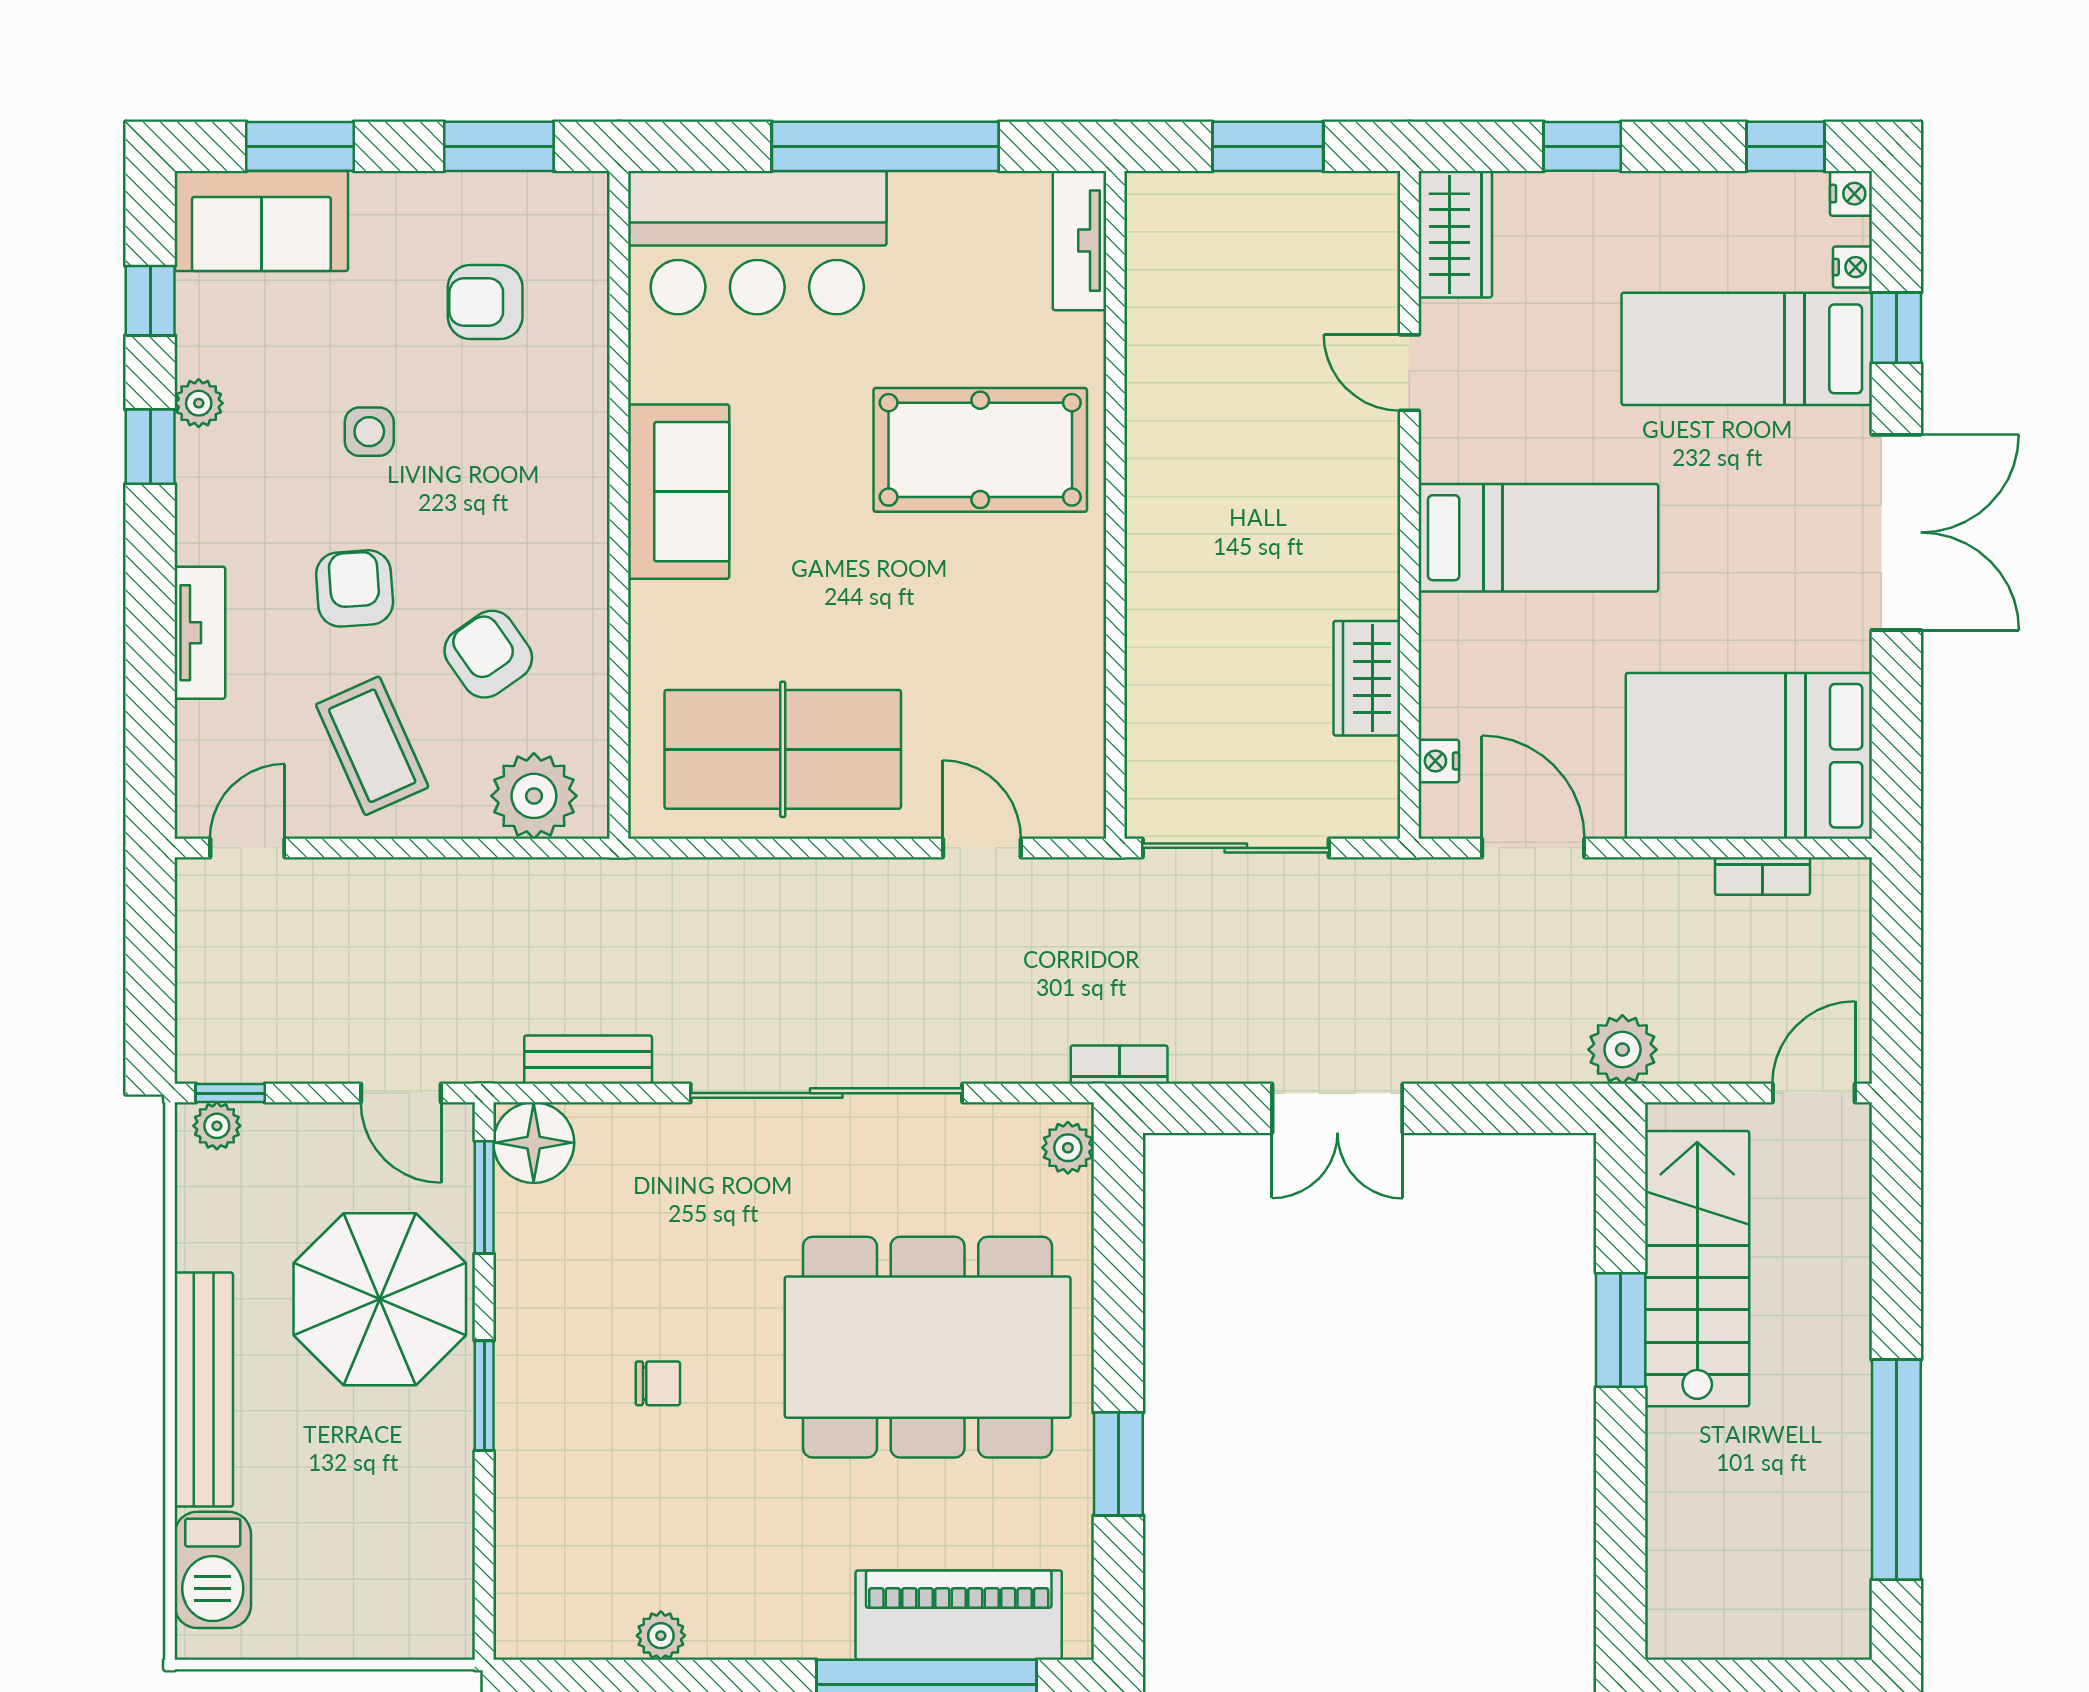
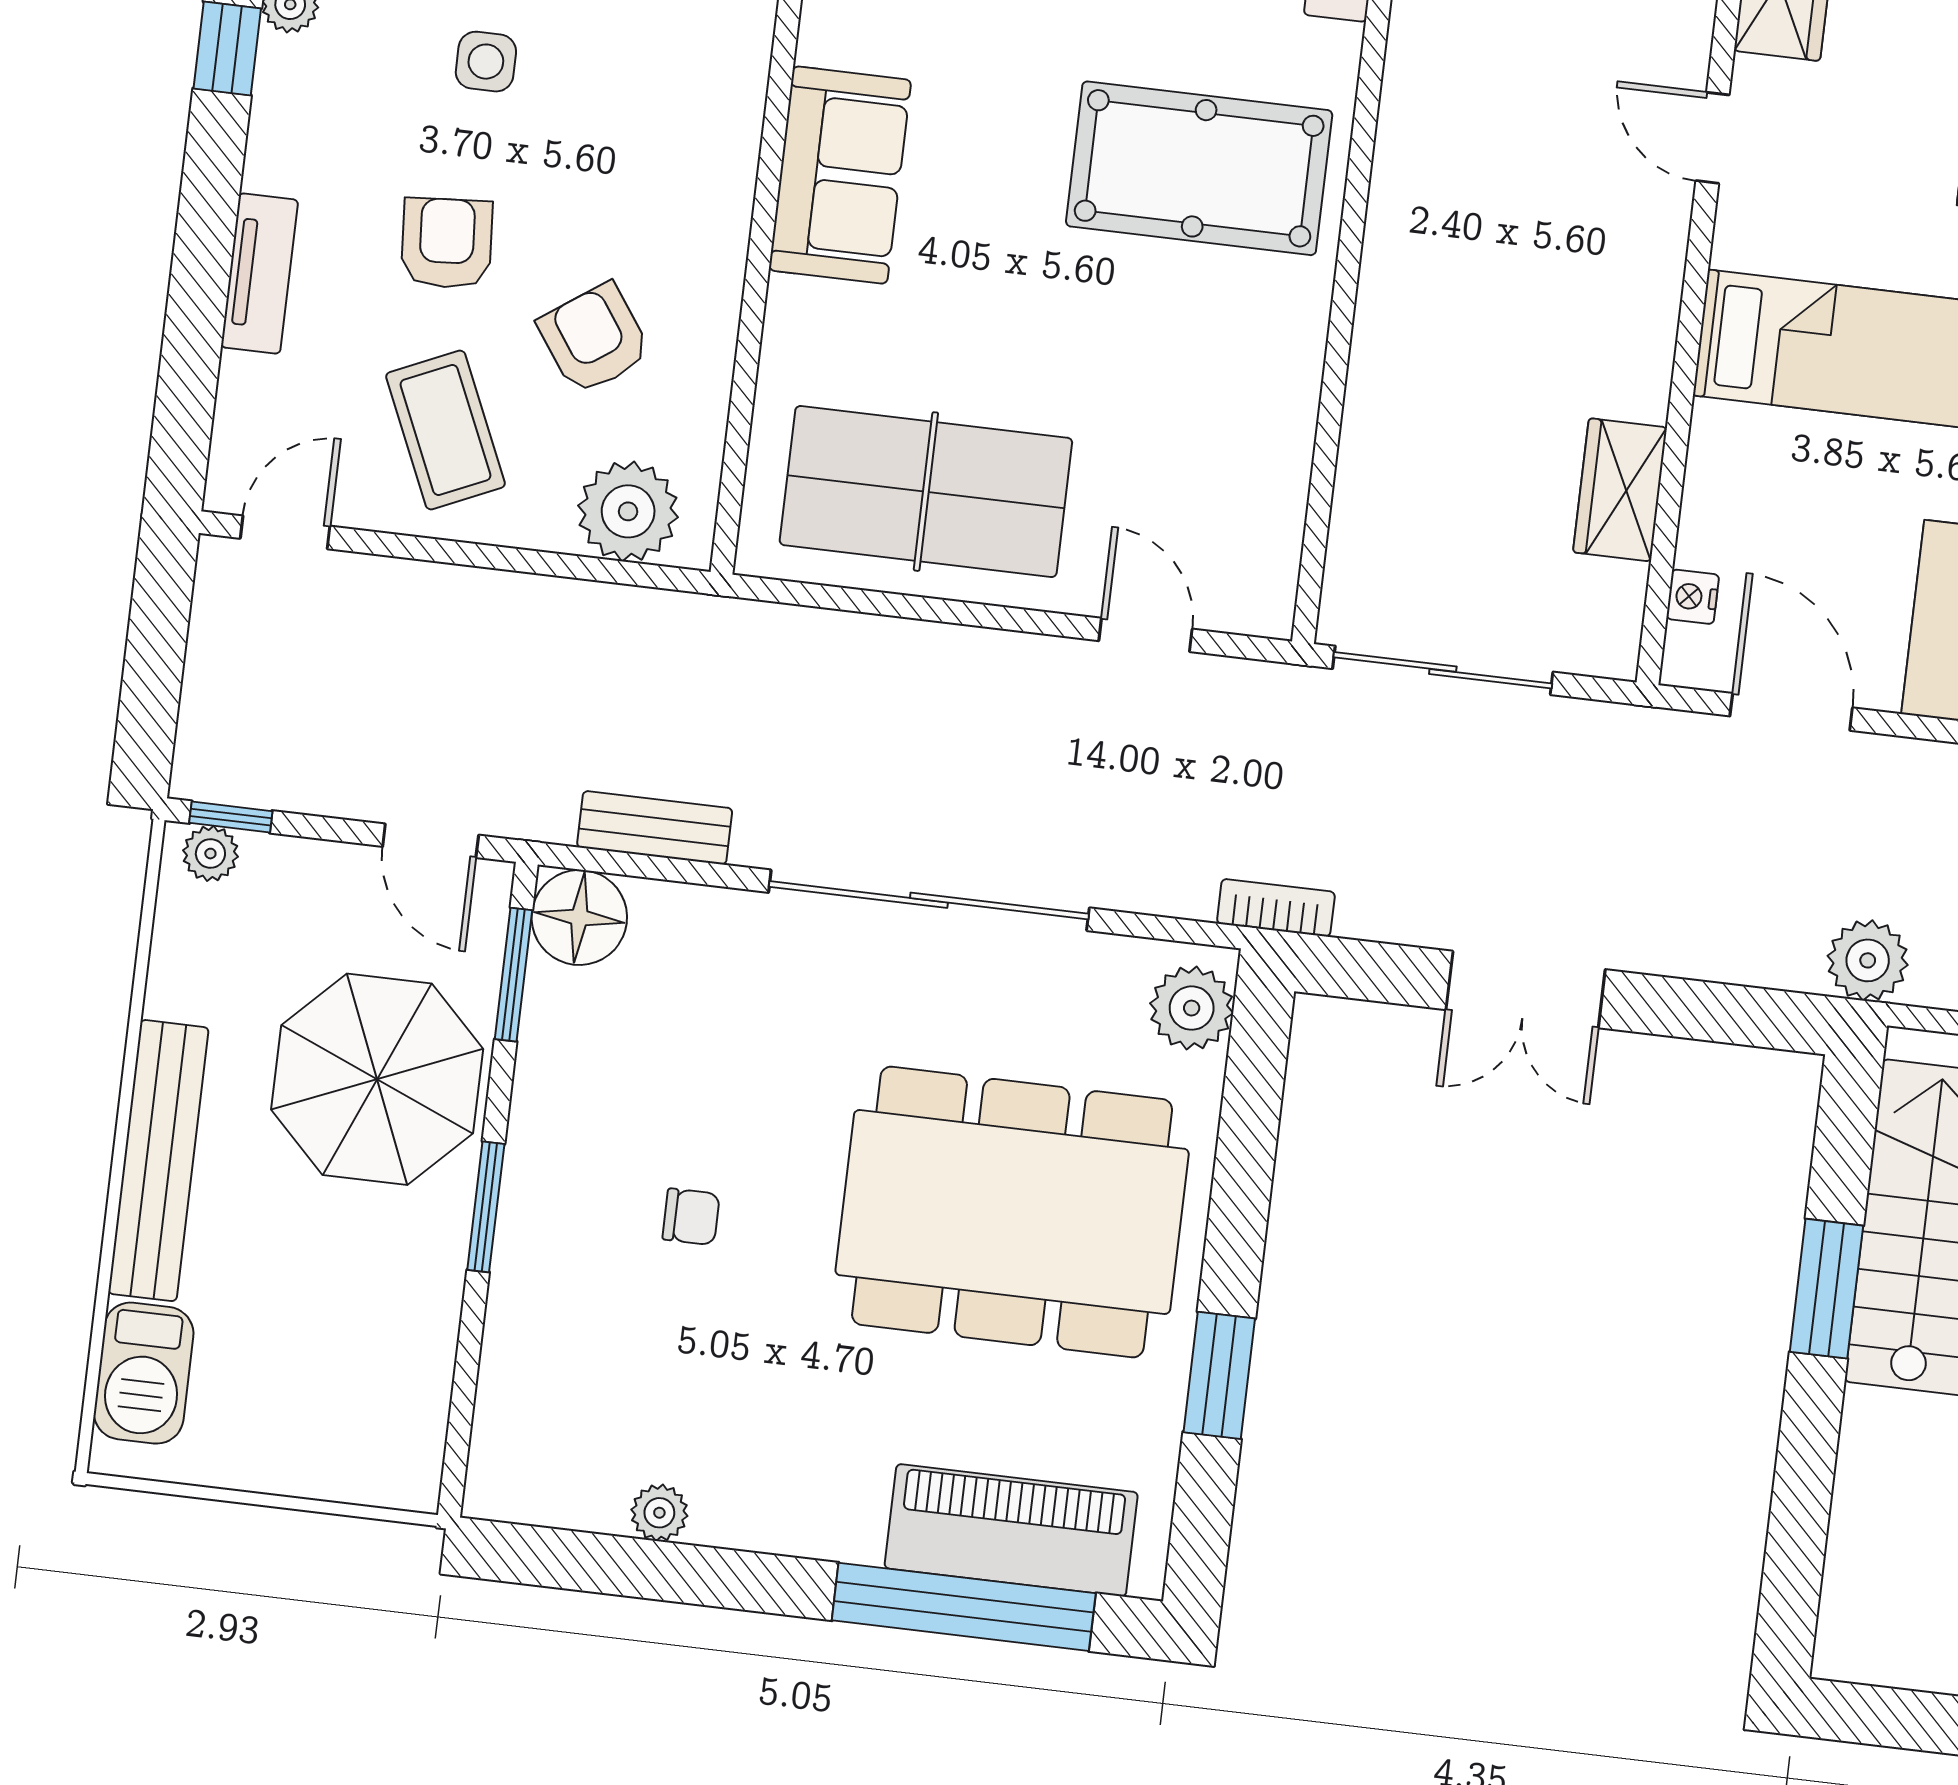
plant: (1068, 1148) -> (1192, 1008), width x1.38, depth x1.38

